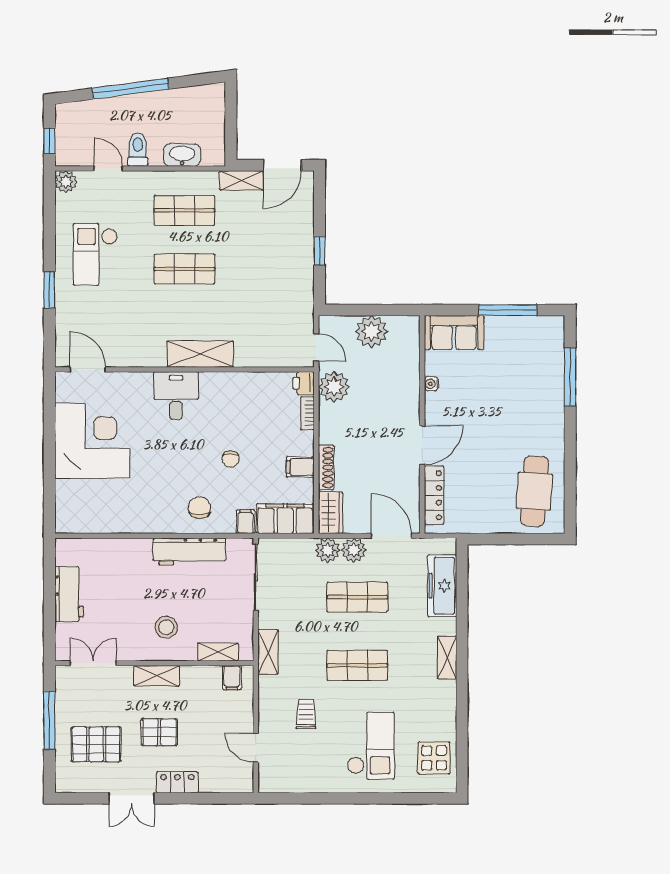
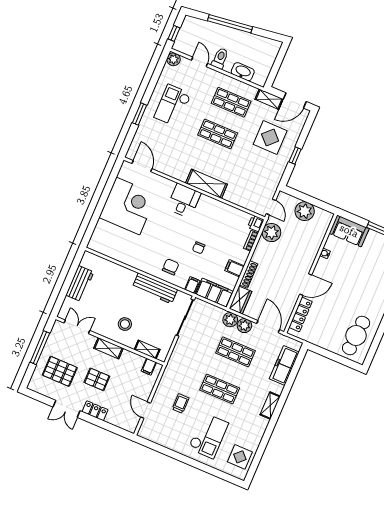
display table: (269, 239) -> (270, 137), added
shelving: (268, 652) -> (174, 361), removed

